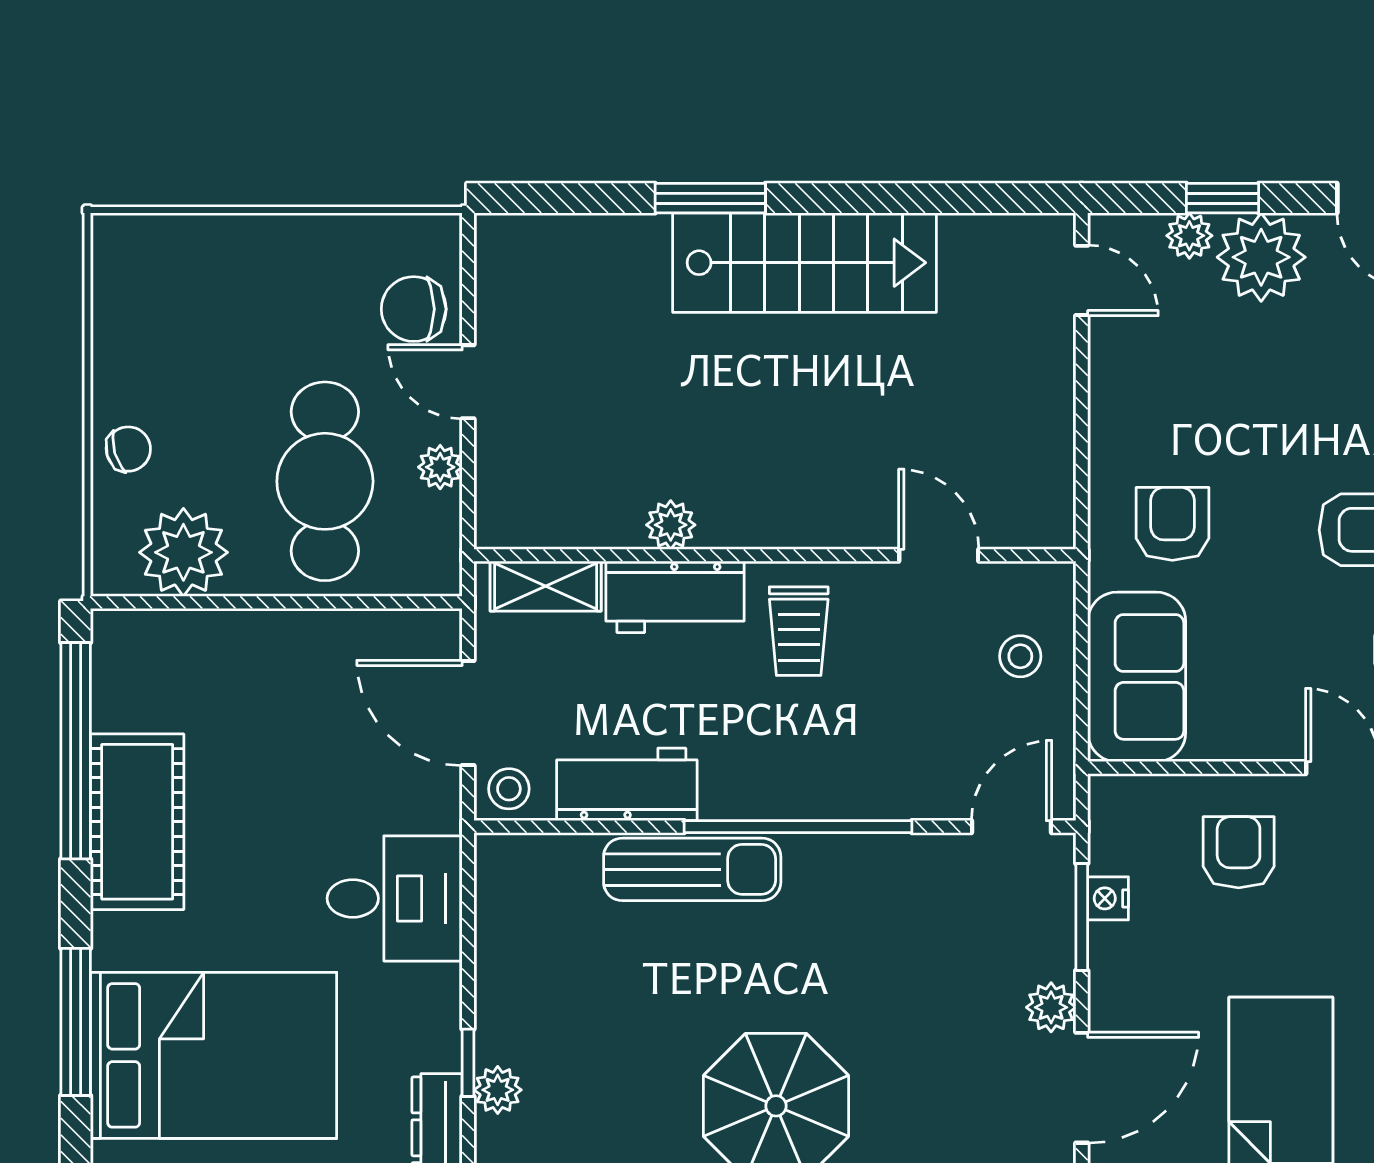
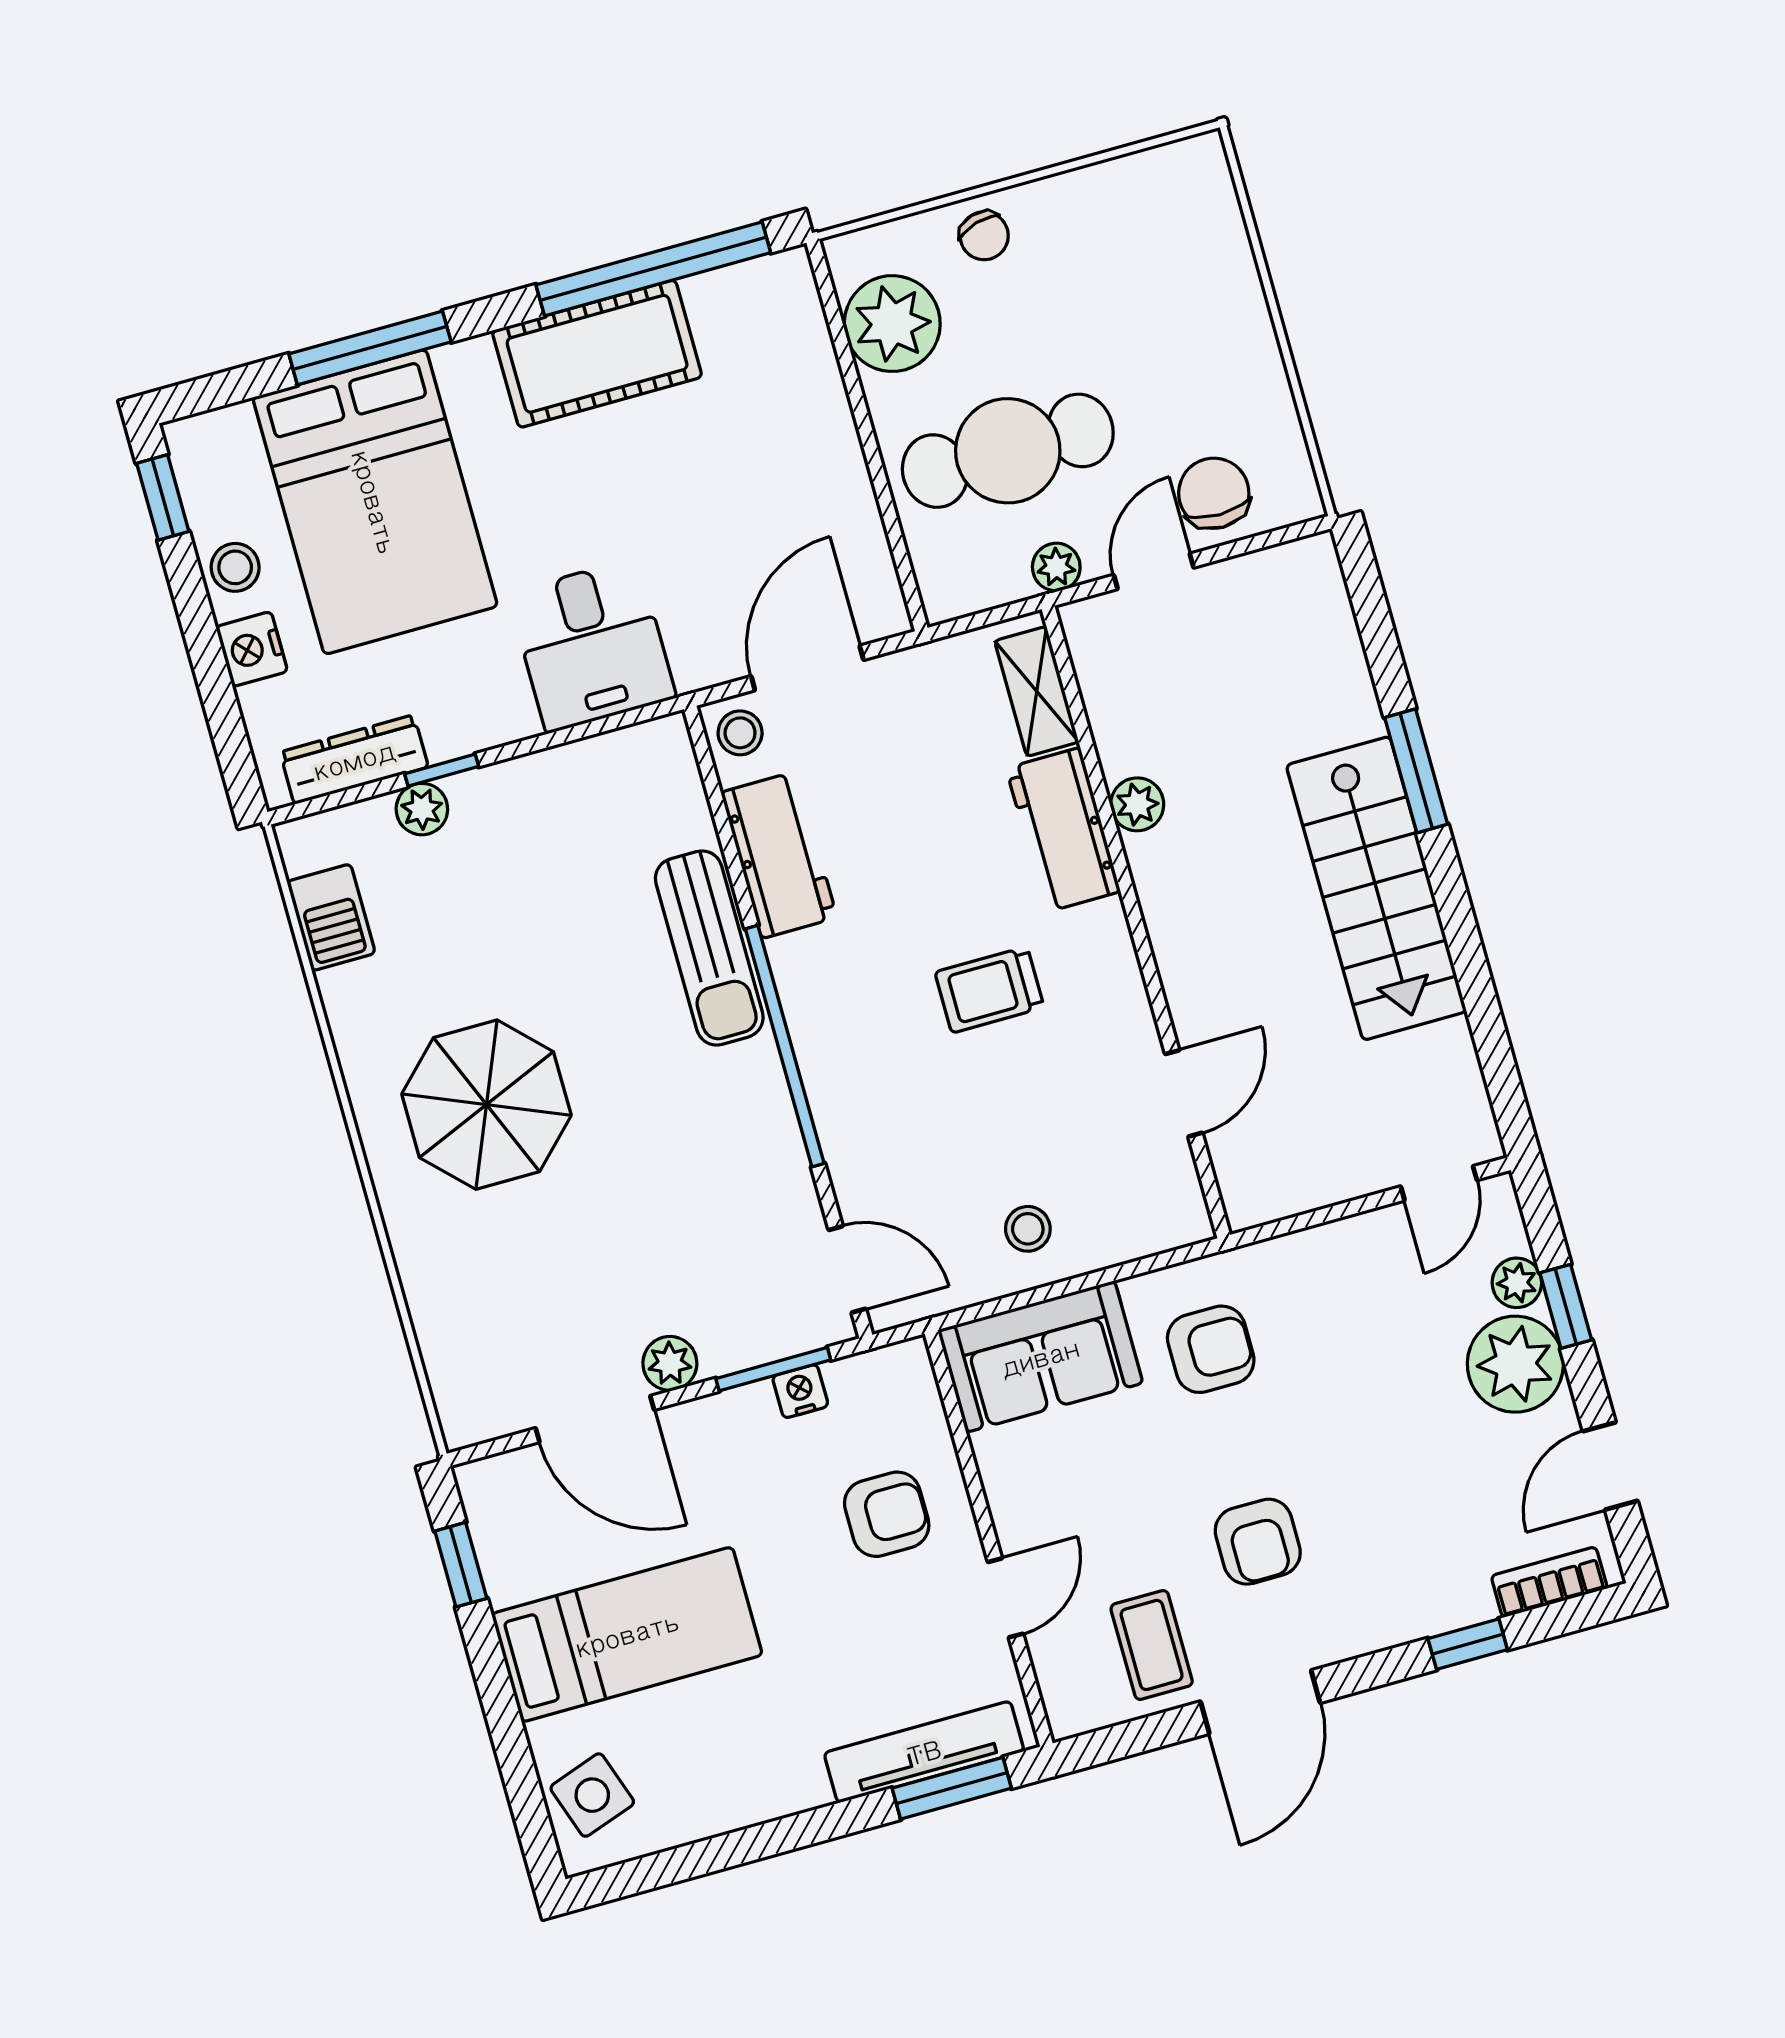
plant: (671, 525) -> (1137, 804), moved
wall: (775, 555) -> (1136, 922), moved
door: (939, 555) -> (1184, 1093), moved
shelving: (546, 586) -> (1037, 691), moved
workbench: (675, 597) -> (1063, 830), moved

